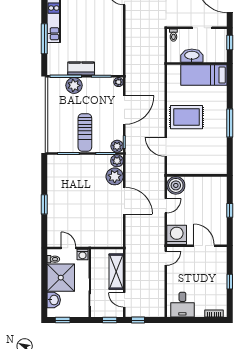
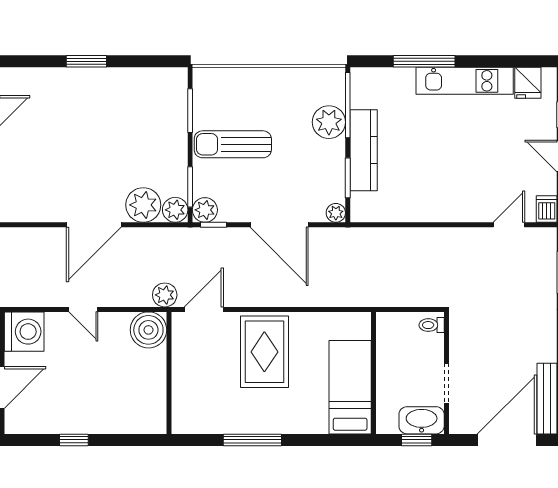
washbasin: (192, 56) -> (422, 420), moved, turned -90
kitchen counter: (81, 68) -> (364, 150), width x1.50
plant: (159, 166) -> (165, 295), added
wall: (197, 175) -> (169, 373), moved
boiler: (176, 185) -> (148, 330), moved

